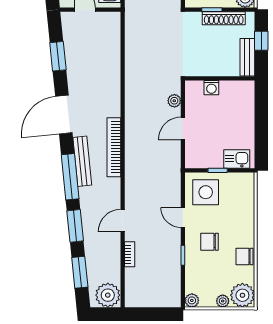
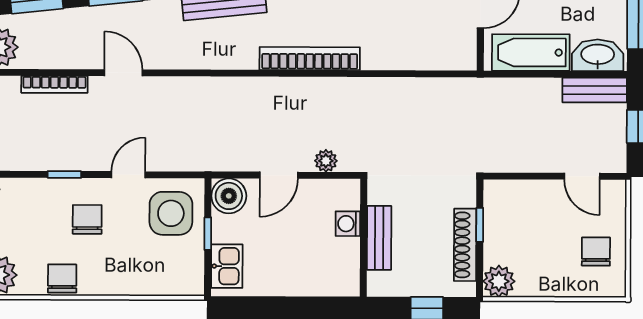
bench: (247, 57) -> (379, 238), moved, turned 90
door: (183, 128) -> (279, 175), swing flipped
bookcase: (114, 147) -> (310, 59), moved
boiler: (195, 158) -> (229, 196), added
bookcase: (130, 254) -> (54, 84), width x1.56

